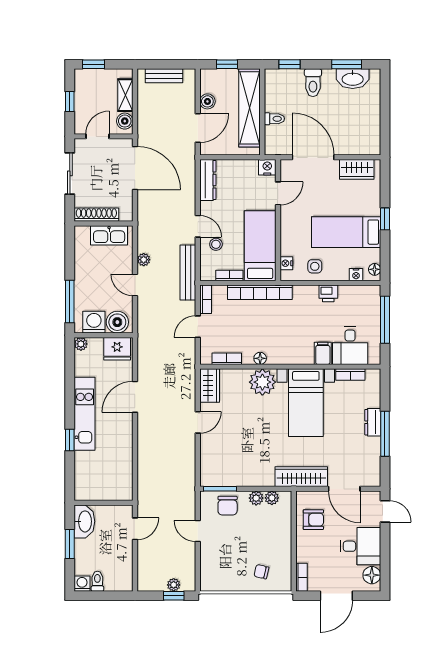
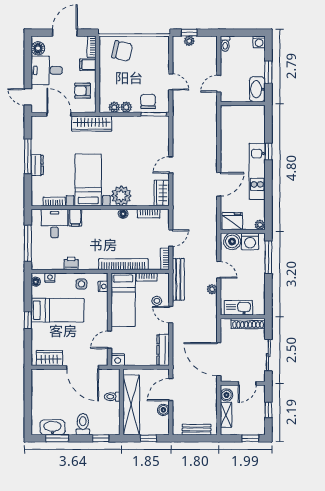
filing cabinet: (306, 554) -> (88, 65), added
chair: (261, 572) -> (122, 51), width x1.87, depth x1.87
toilet: (97, 581) -> (225, 44), moved

